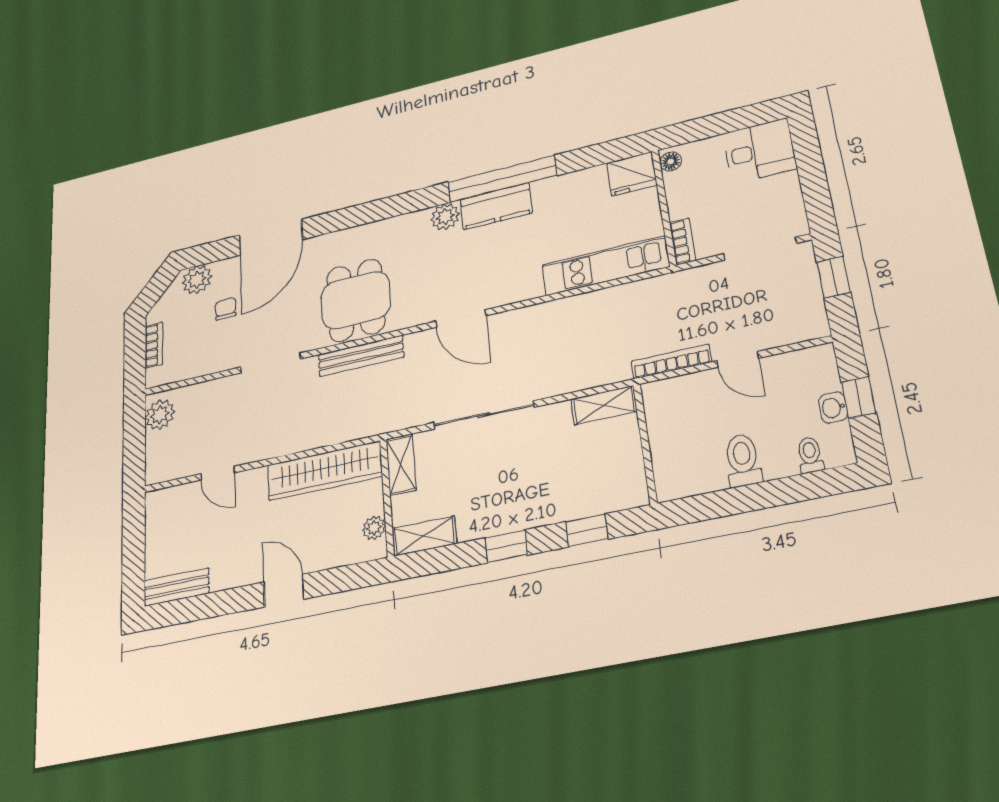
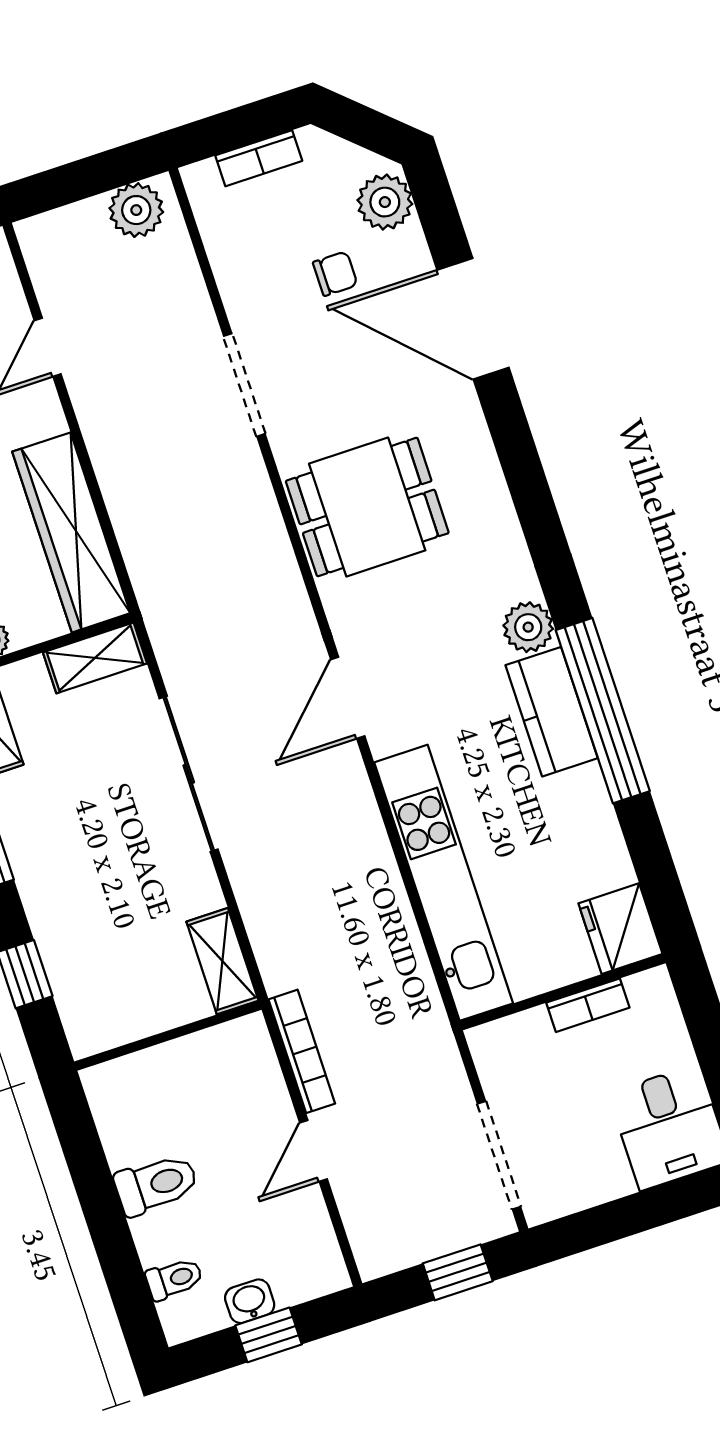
floor lamp: (671, 161) -> (645, 988), removed
bookcase: (683, 241) -> (588, 1005), moved
kitchen unit: (605, 266) -> (444, 883), width x1.36
bench: (361, 356) -> (270, 543), removed

